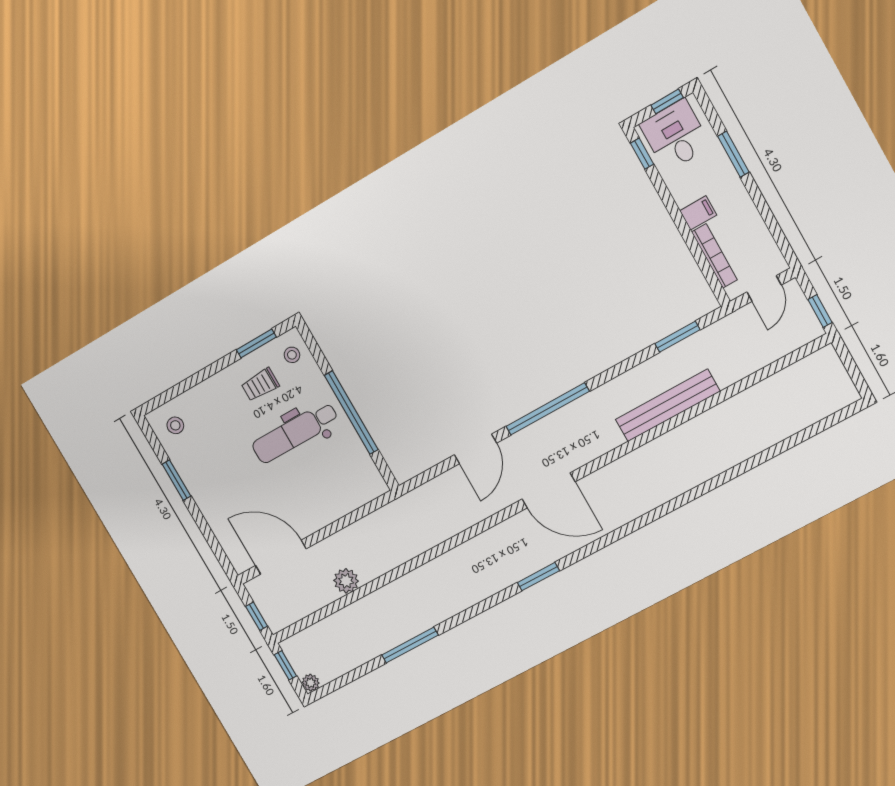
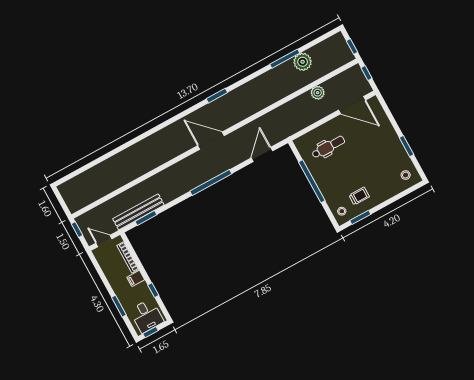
window: (642, 154) -> (153, 290), moved
door: (764, 289) -> (104, 241), hinge flipped
bench: (668, 405) -> (138, 212), moved
dental chair: (295, 432) -> (328, 147), moved, width x0.73, depth x0.72
door: (475, 449) -> (262, 154), moved
plant: (311, 683) -> (303, 62), moved, width x1.87, depth x1.87

